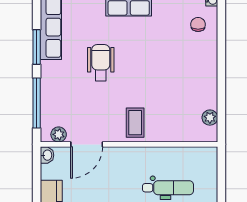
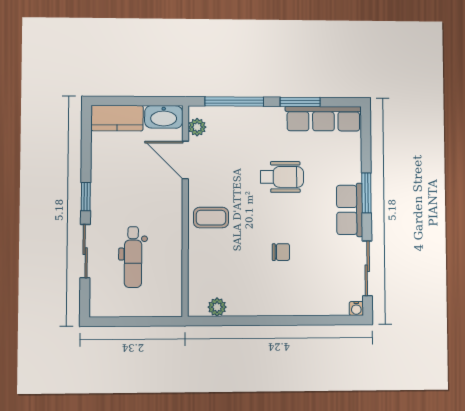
chair: (198, 24) -> (281, 252), moved
washbasin: (47, 155) -> (164, 117), width x1.91, depth x1.45

